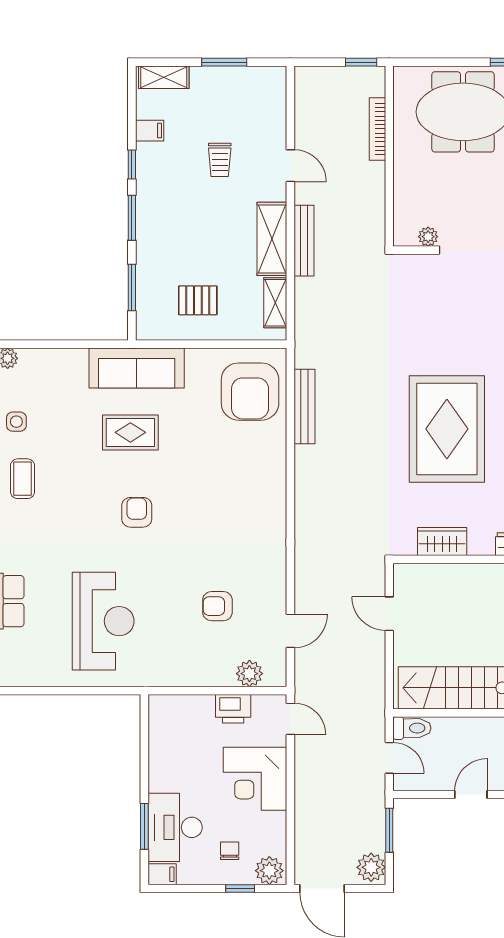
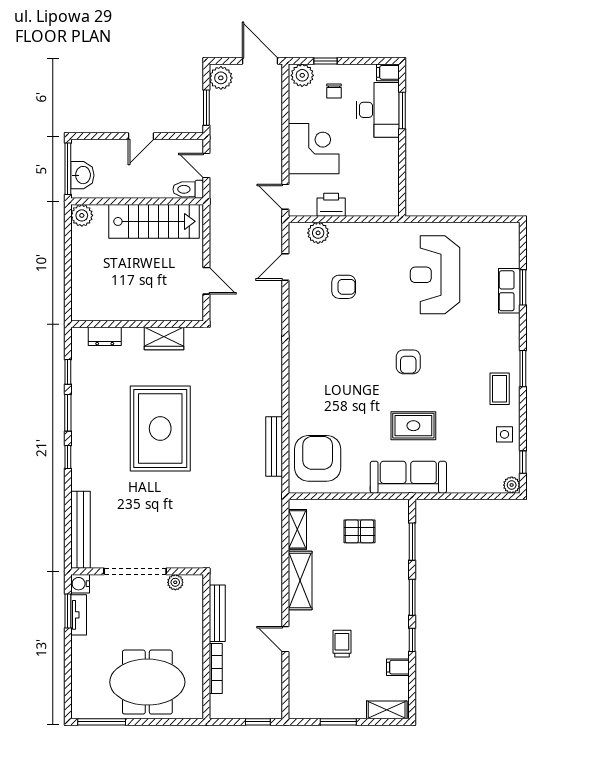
window: (361, 62) -> (258, 722), moved
bench: (304, 241) -> (217, 613), moved

